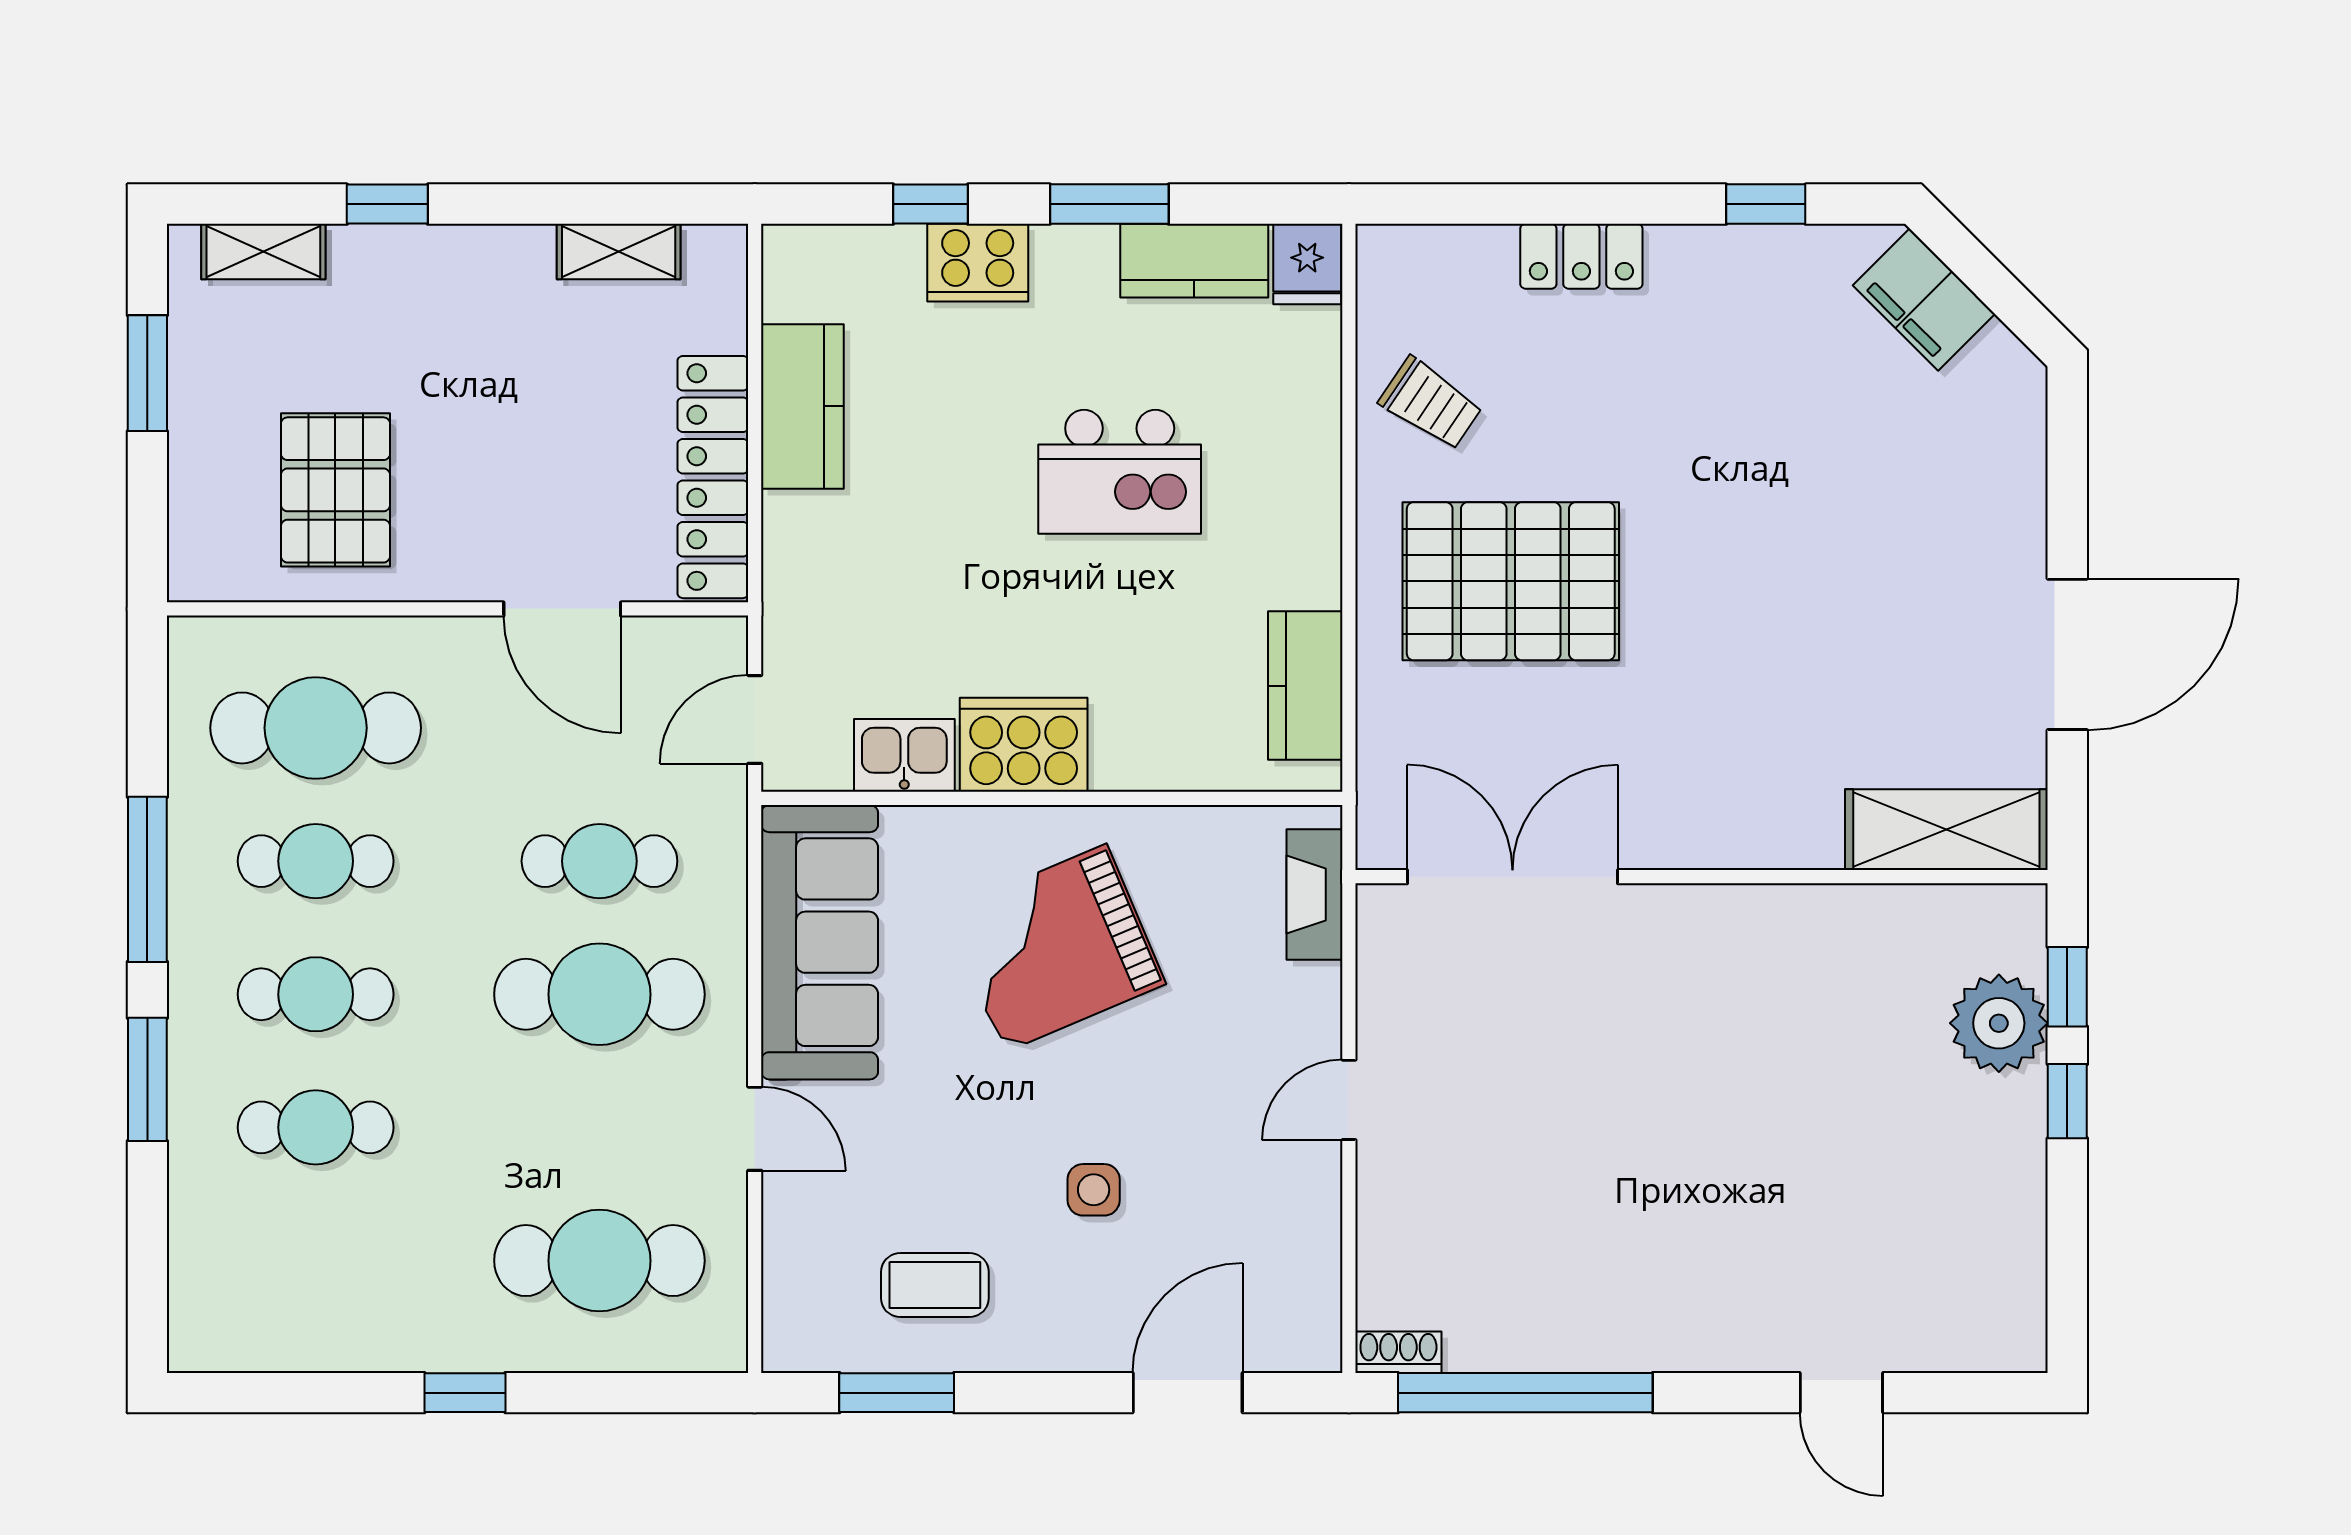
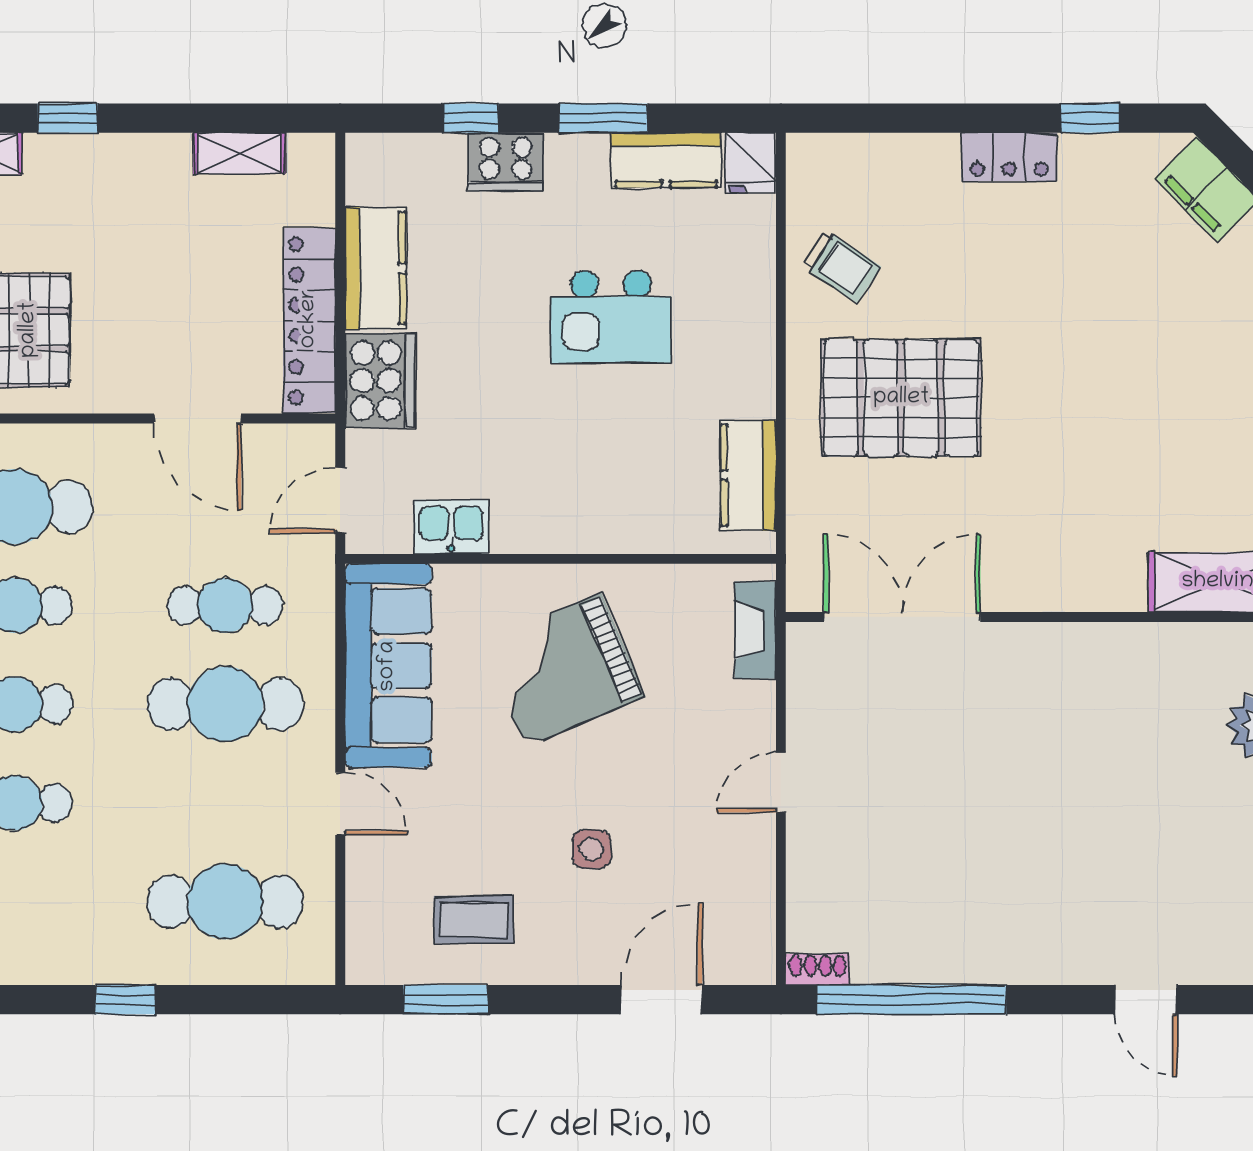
locker: (1581, 256) -> (1009, 157), moved
cooker: (1024, 745) -> (380, 381), moved, turned 90

